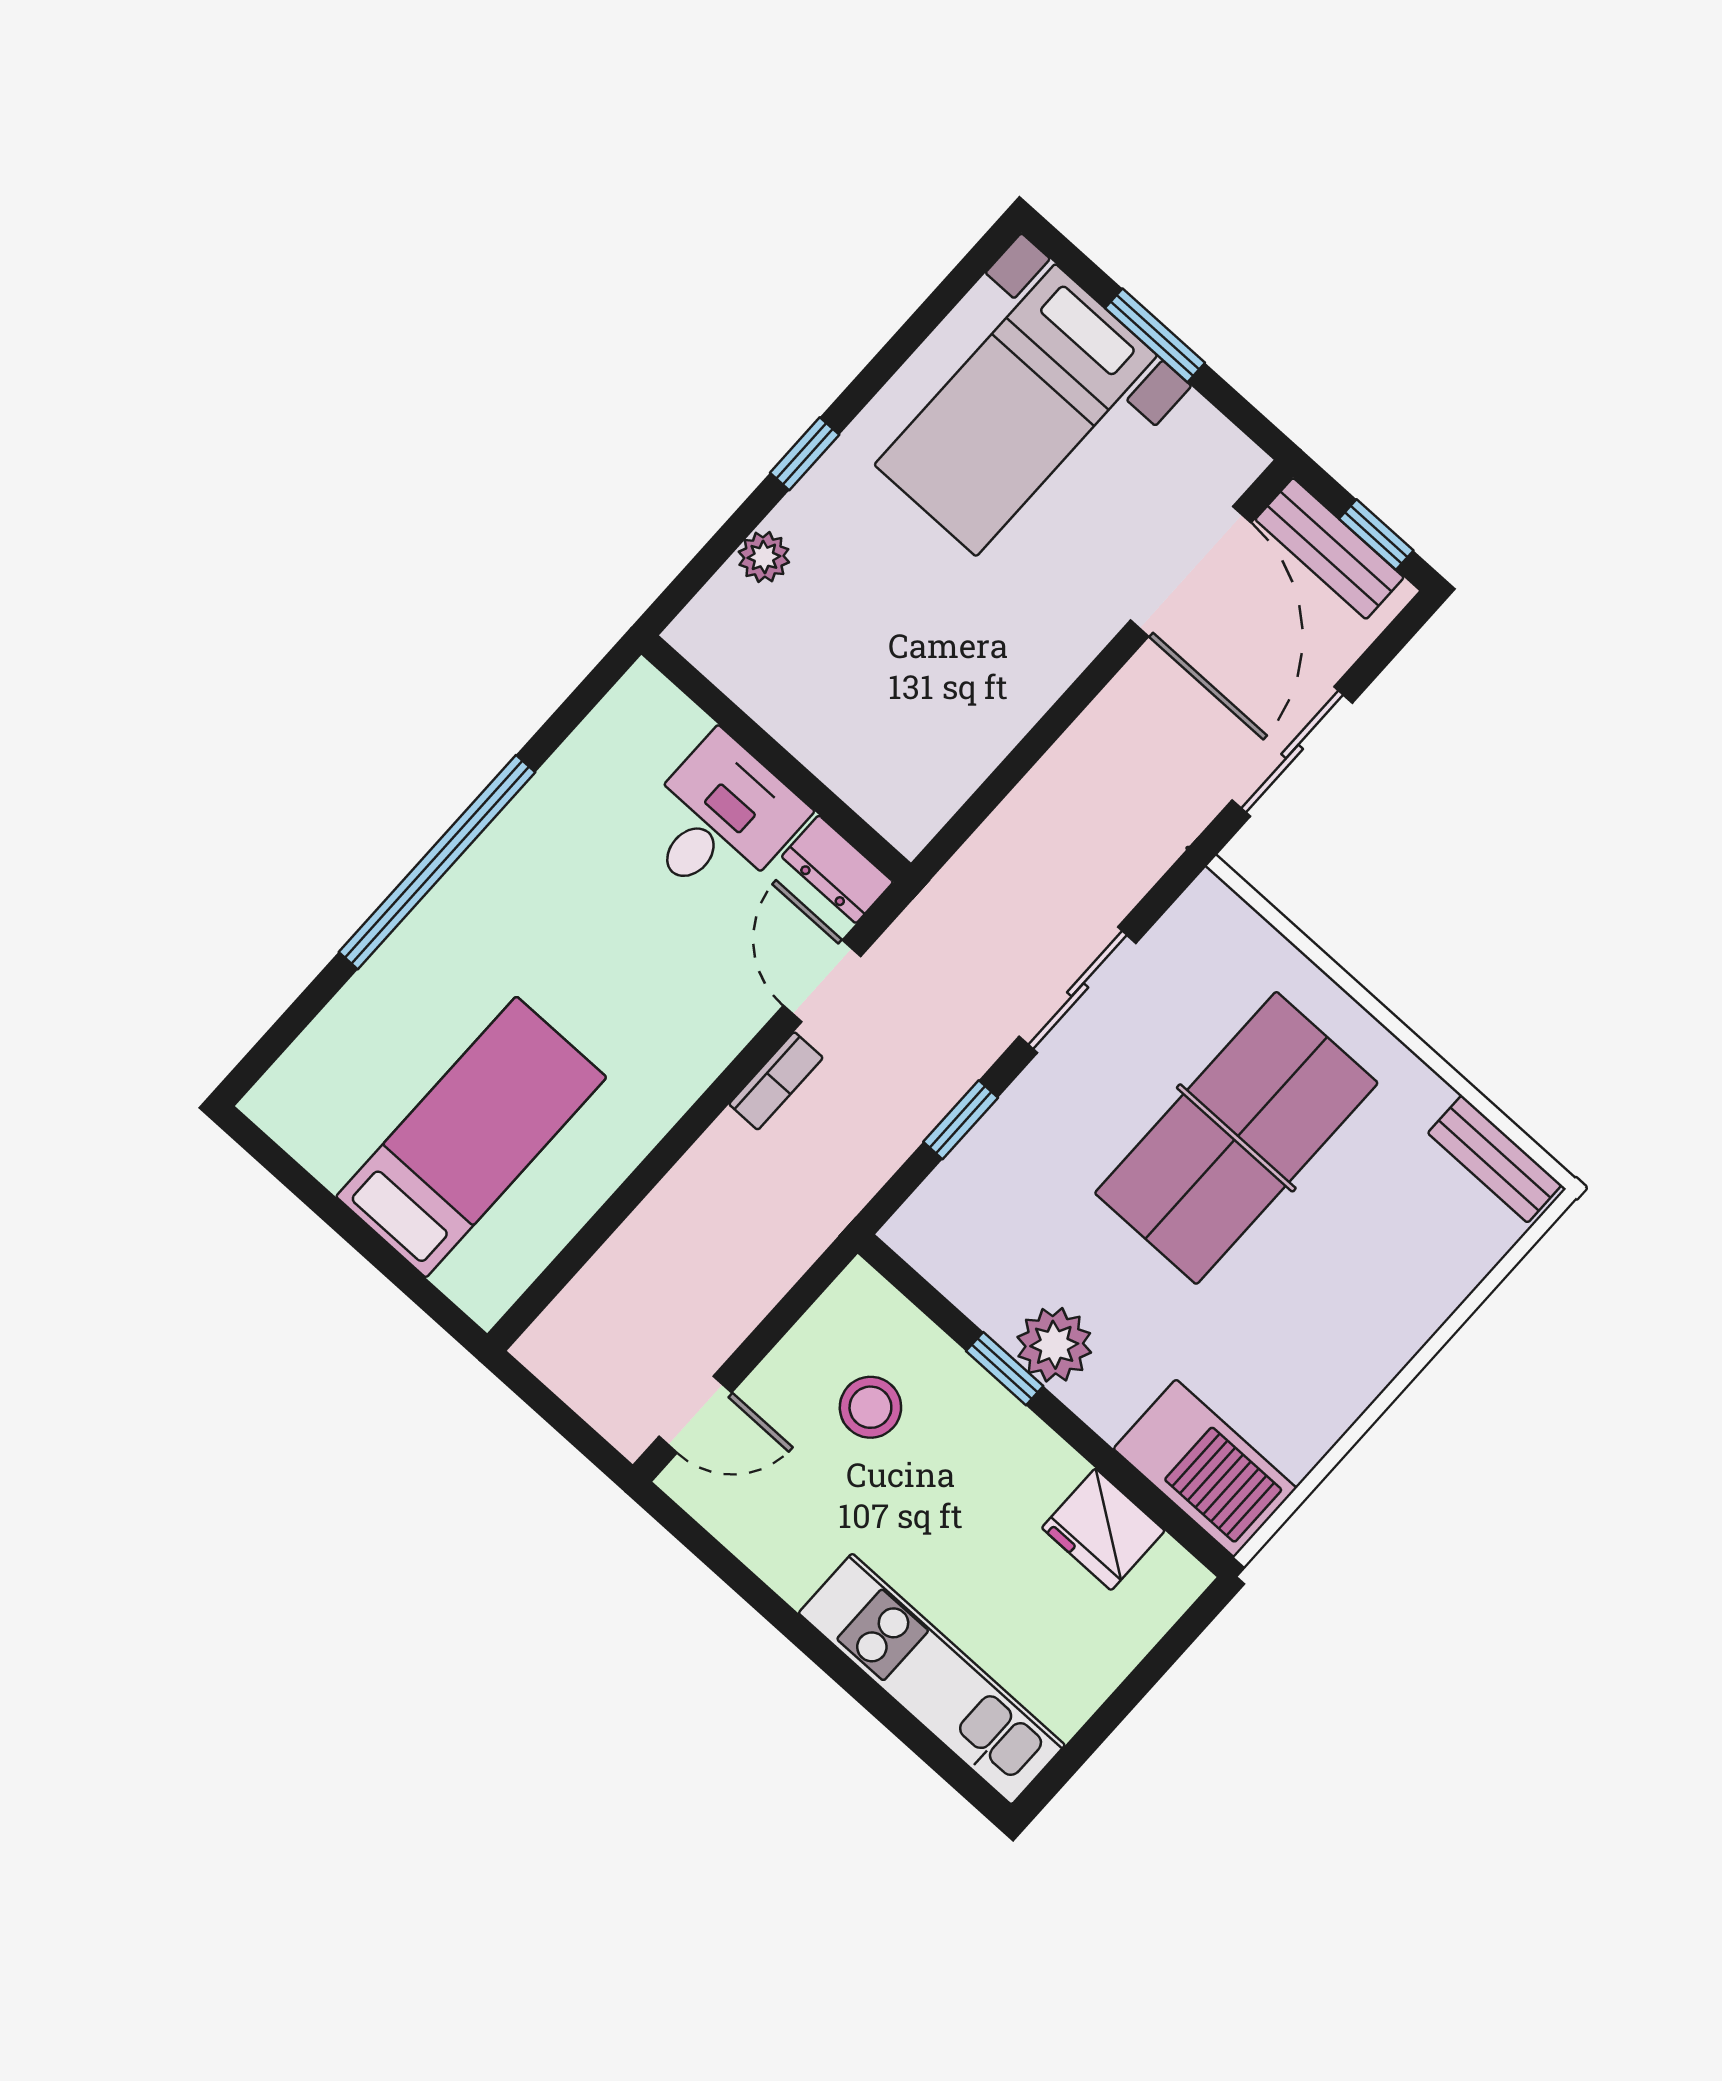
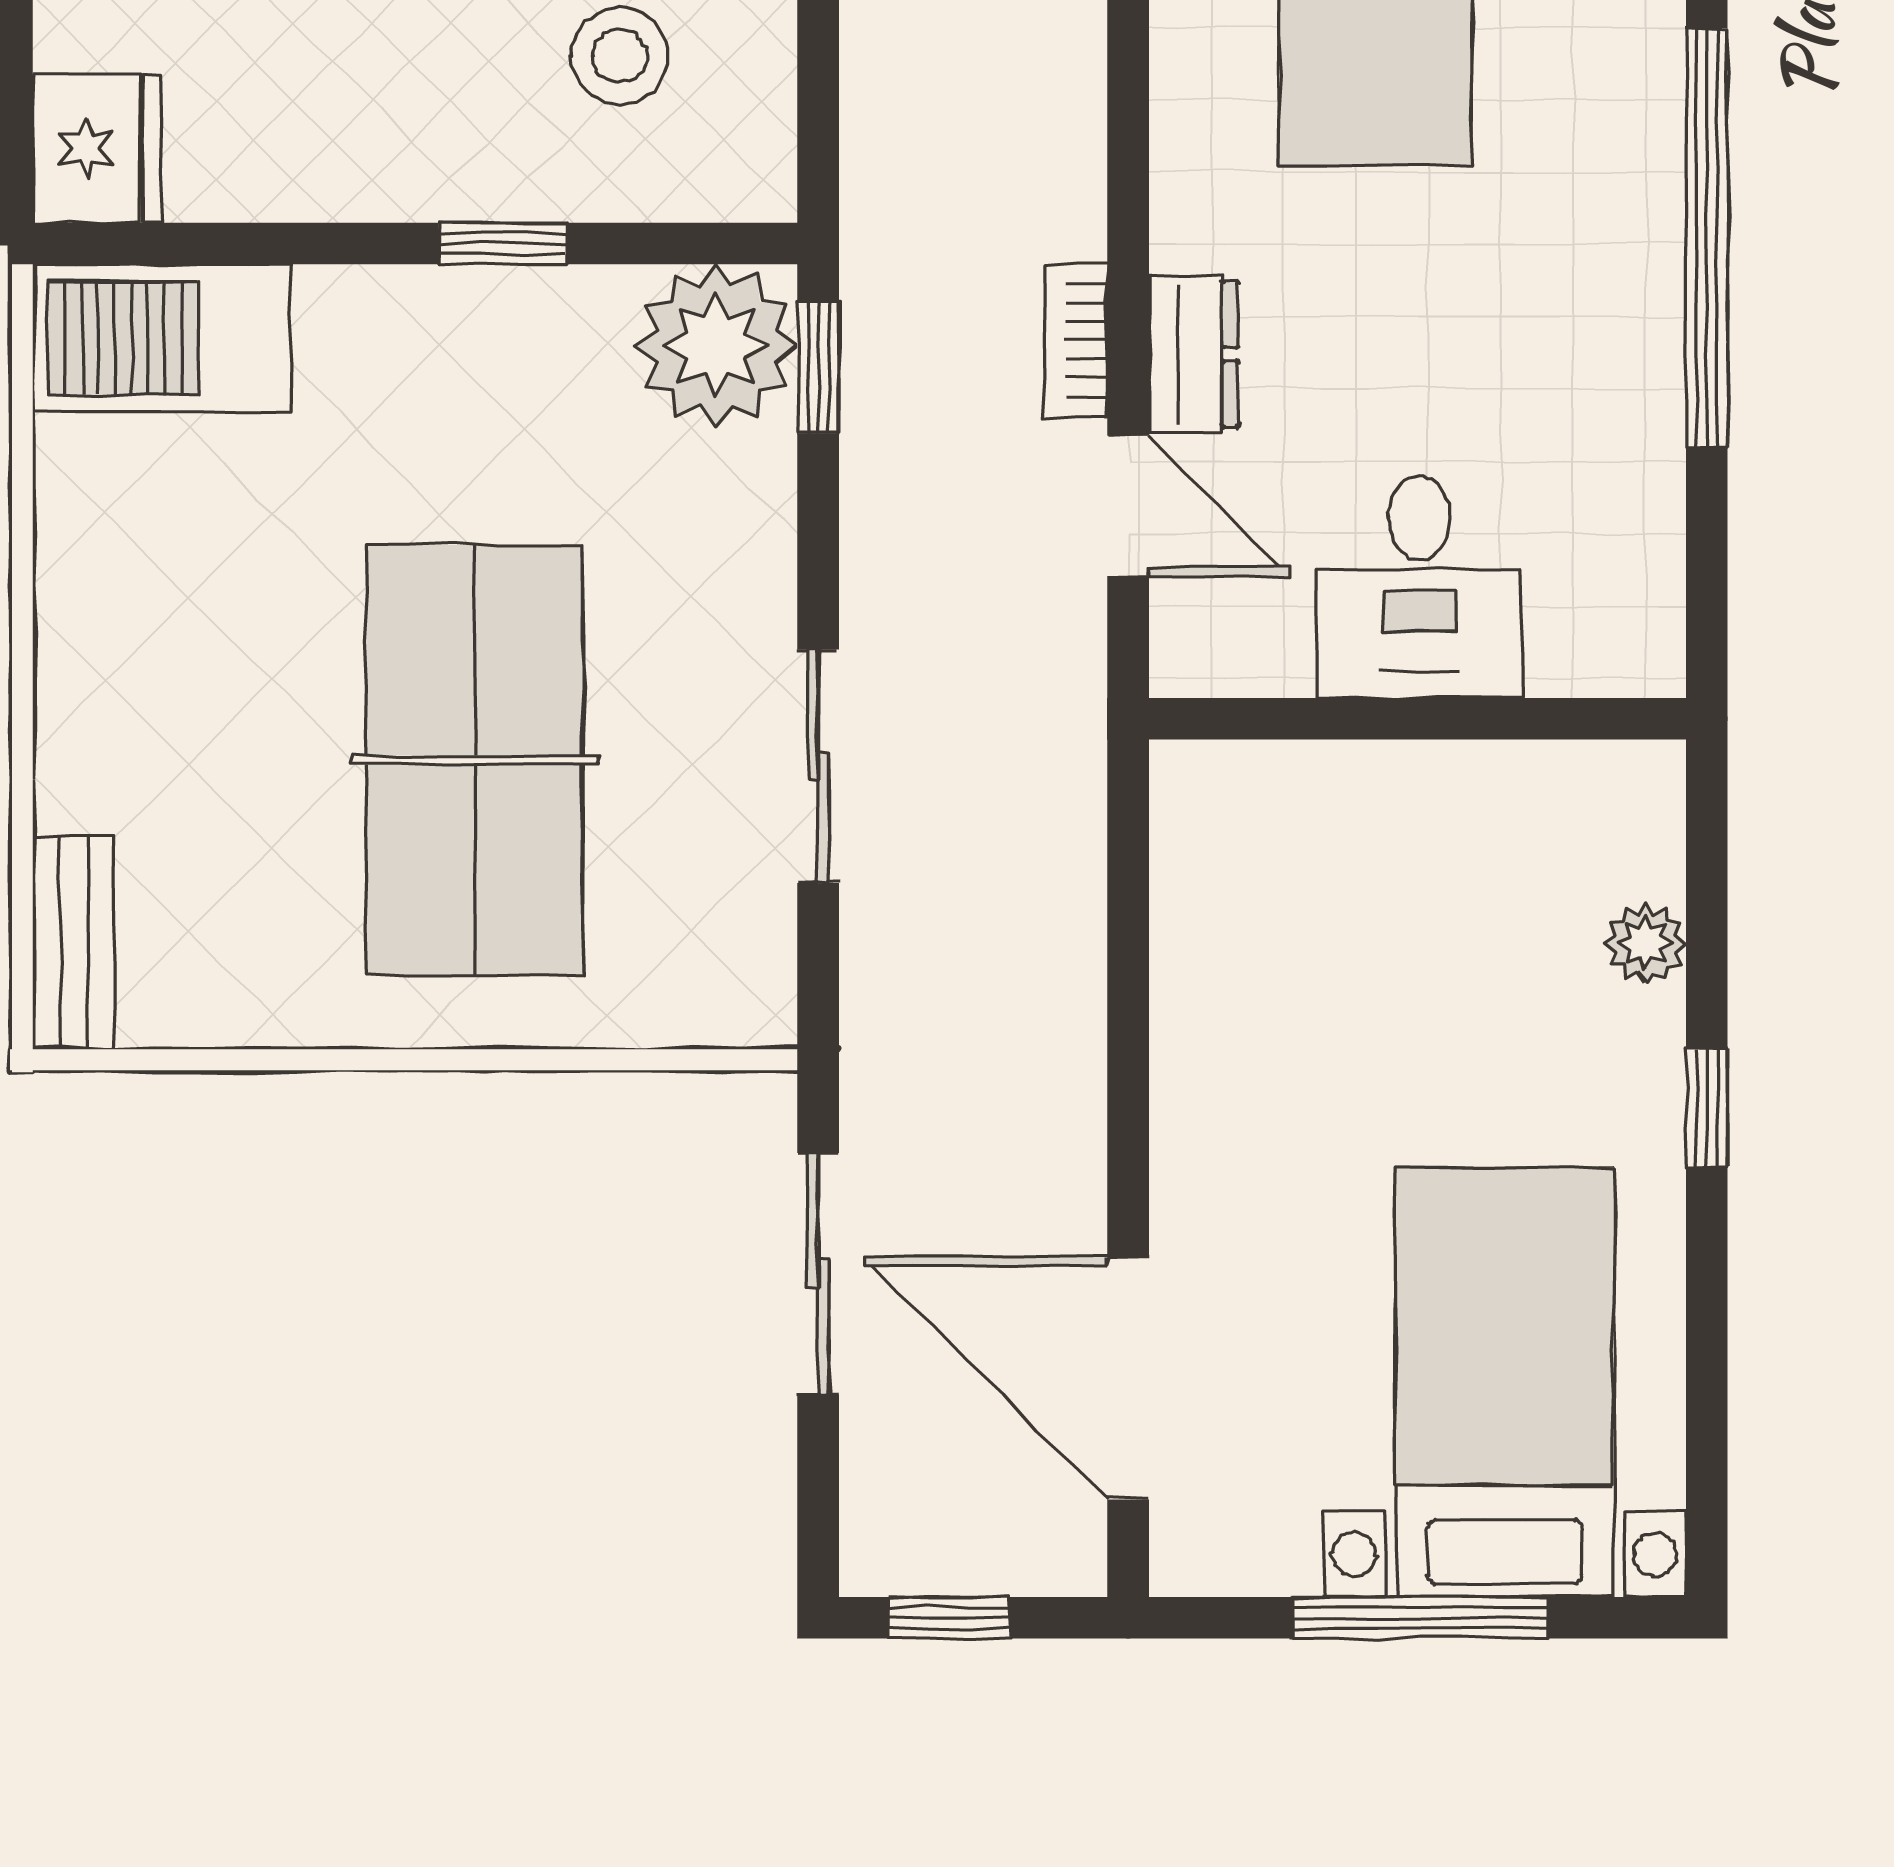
window: (1155, 335) -> (1420, 1618), width x1.44
bench: (1330, 548) -> (989, 1552), removed
dresser: (837, 869) -> (1193, 354), moved, turned 90
window: (961, 1120) -> (818, 367), moved
bench: (1495, 1159) -> (73, 943), moved, turned 90
plant: (1054, 1345) -> (716, 346), moved, width x1.36, depth x1.36
fridge: (1103, 1529) -> (97, 148), moved, turned 90

